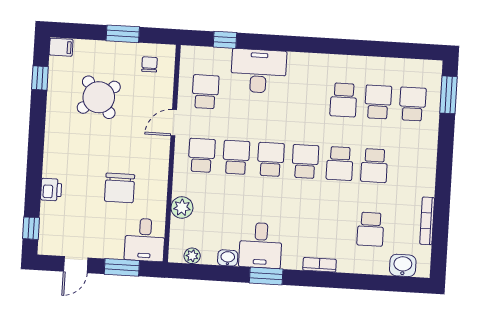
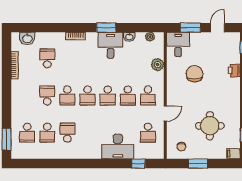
round table: (99, 97) -> (210, 126), turned 37
school desk: (340, 164) -> (67, 96), turned 180

